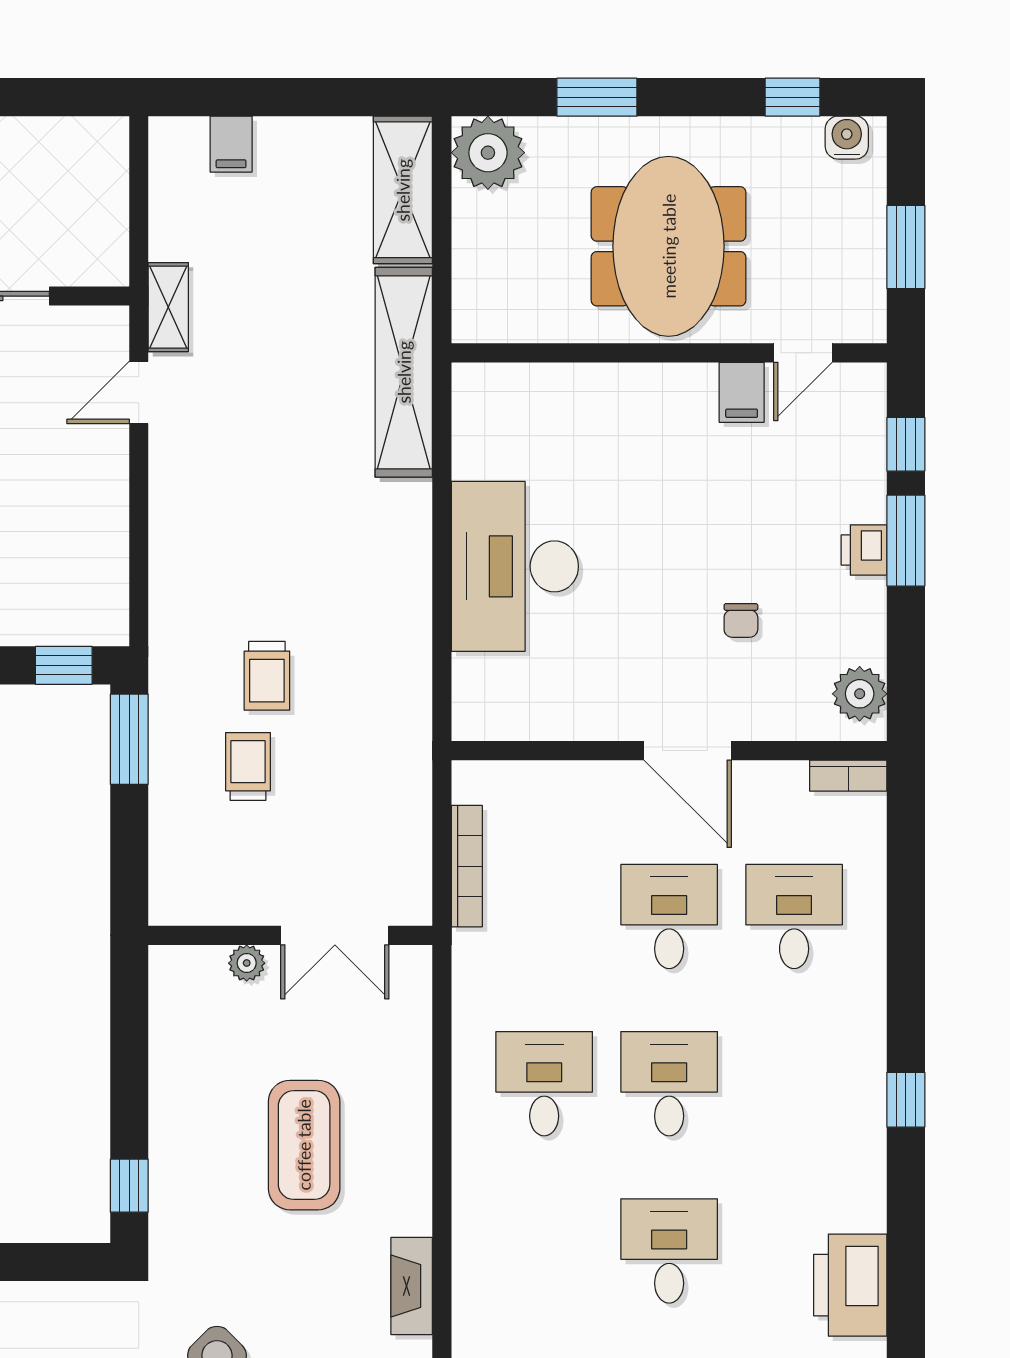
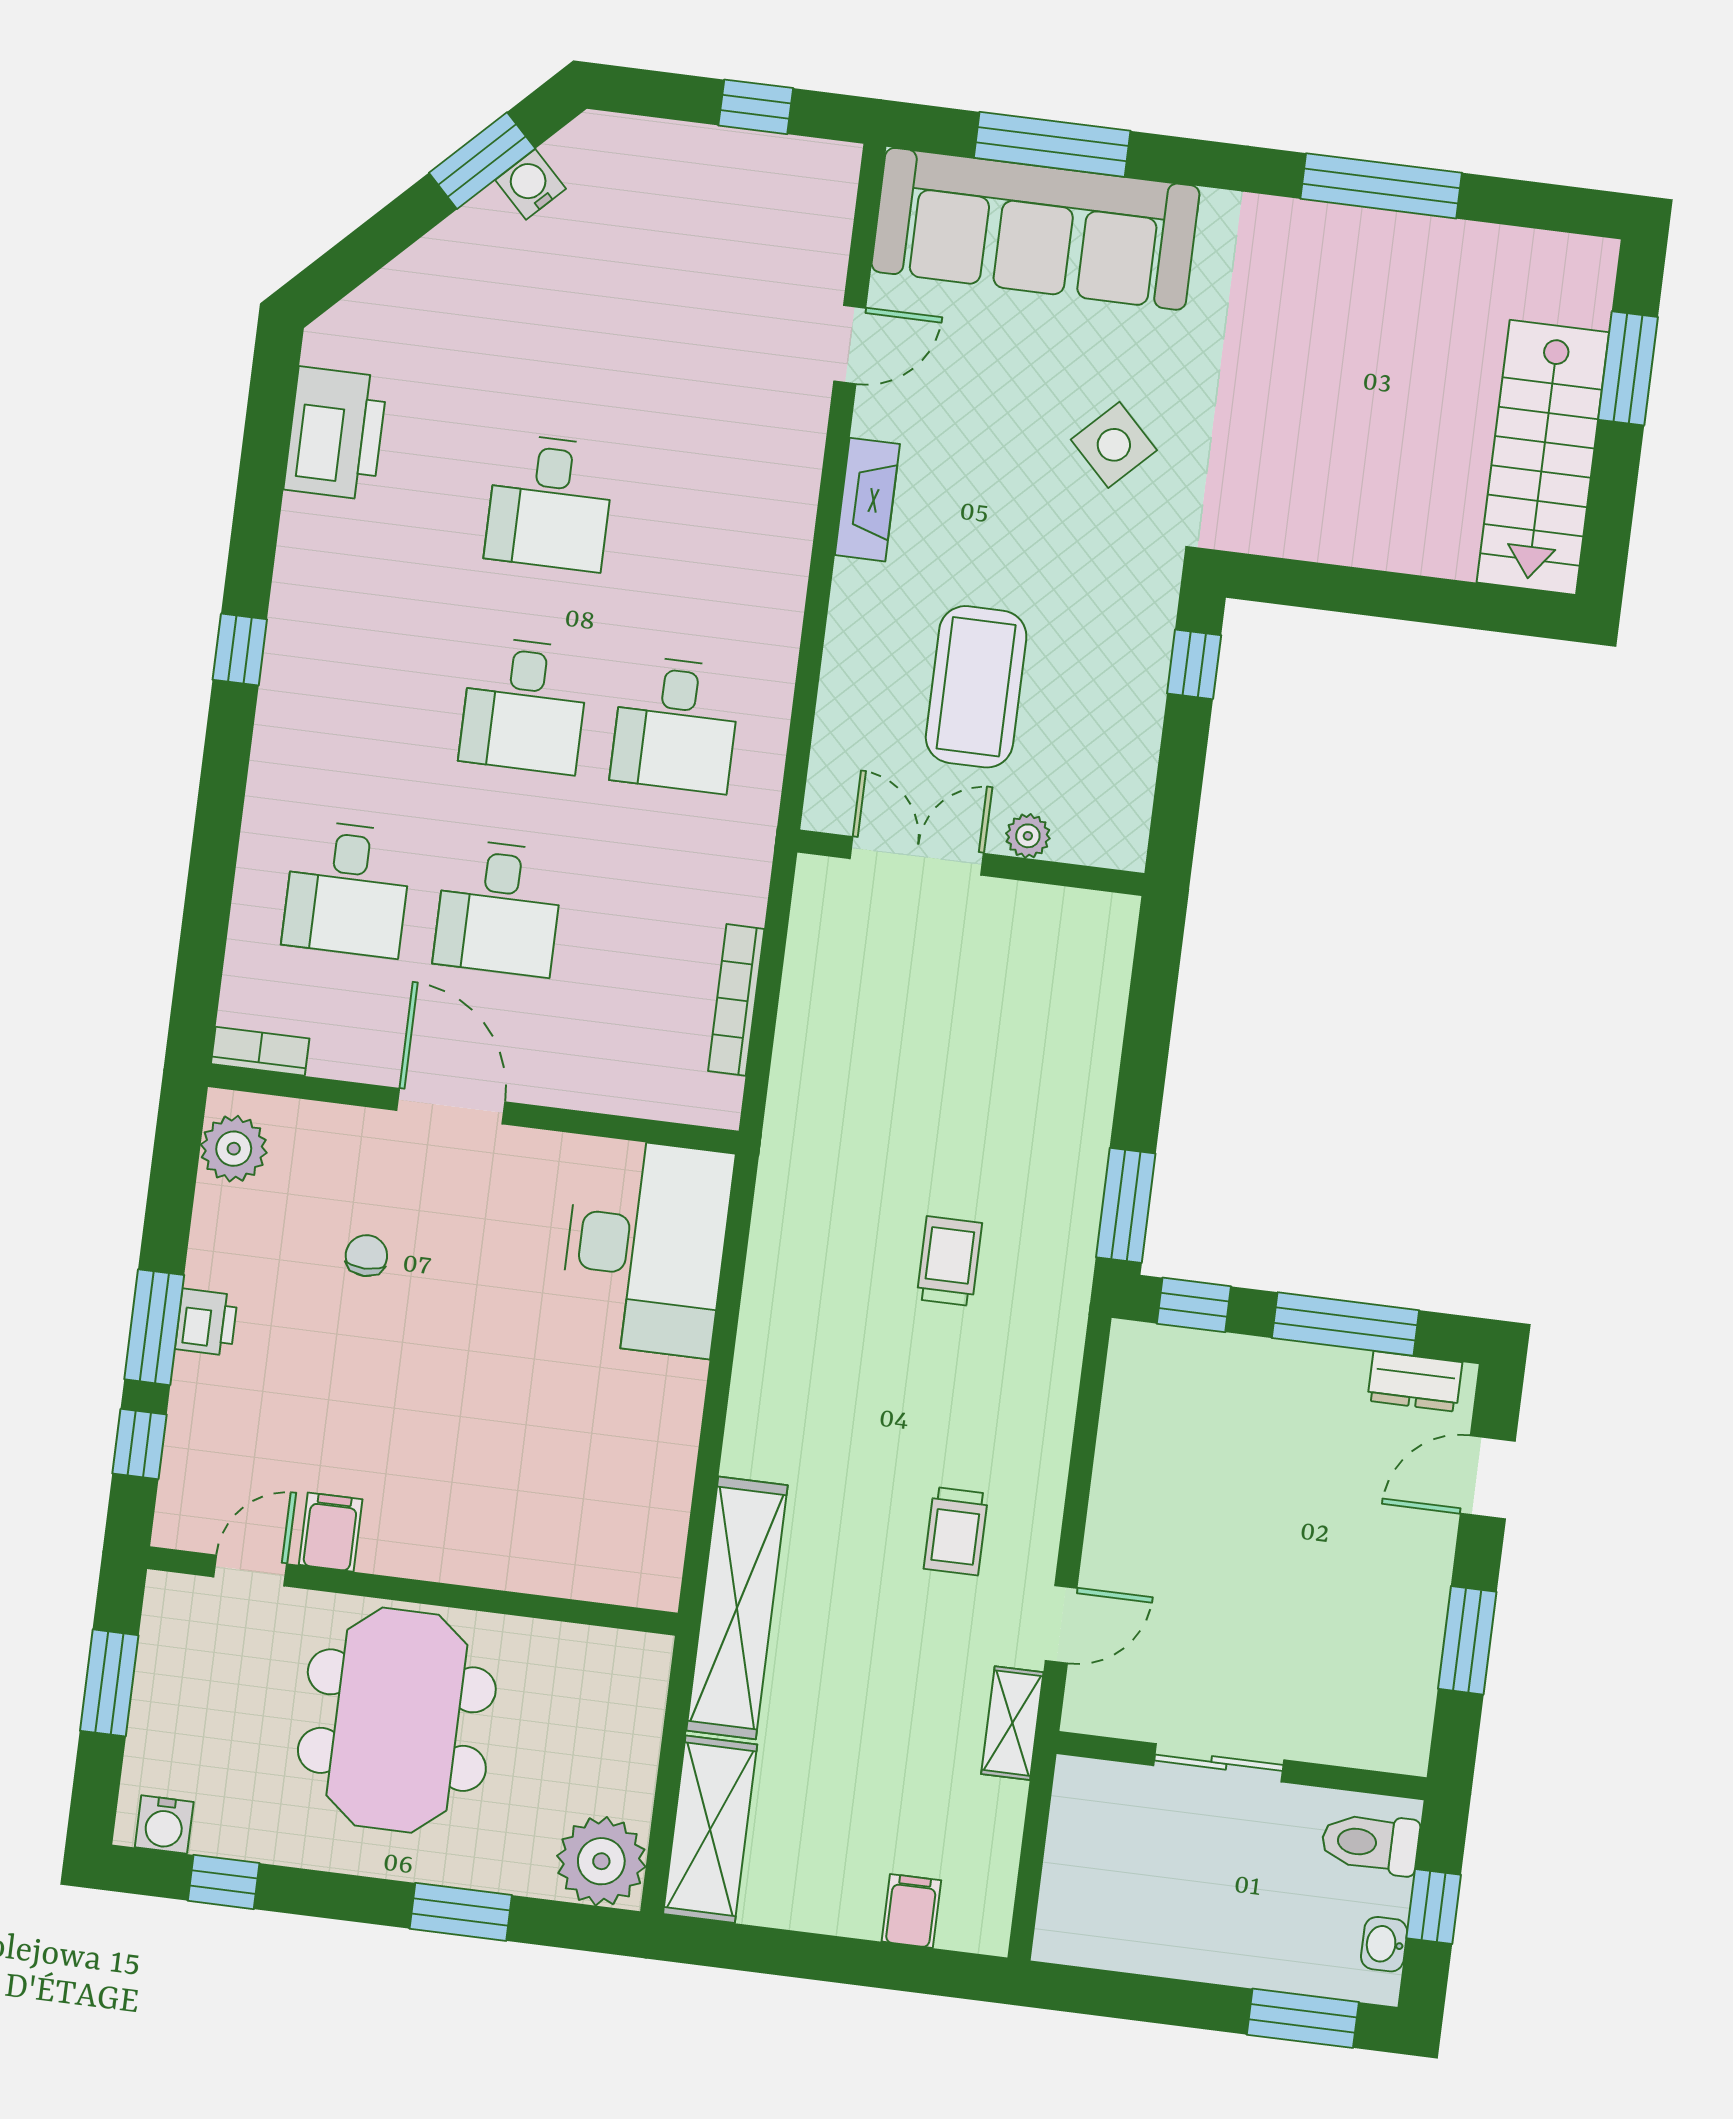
desk: (515, 566) -> (646, 1247), moved
trolley: (248, 766) -> (956, 1531), moved
wall: (290, 935) -> (971, 863), moved
double door: (335, 935) -> (917, 856), moved
plant: (247, 963) -> (1028, 836), moved

